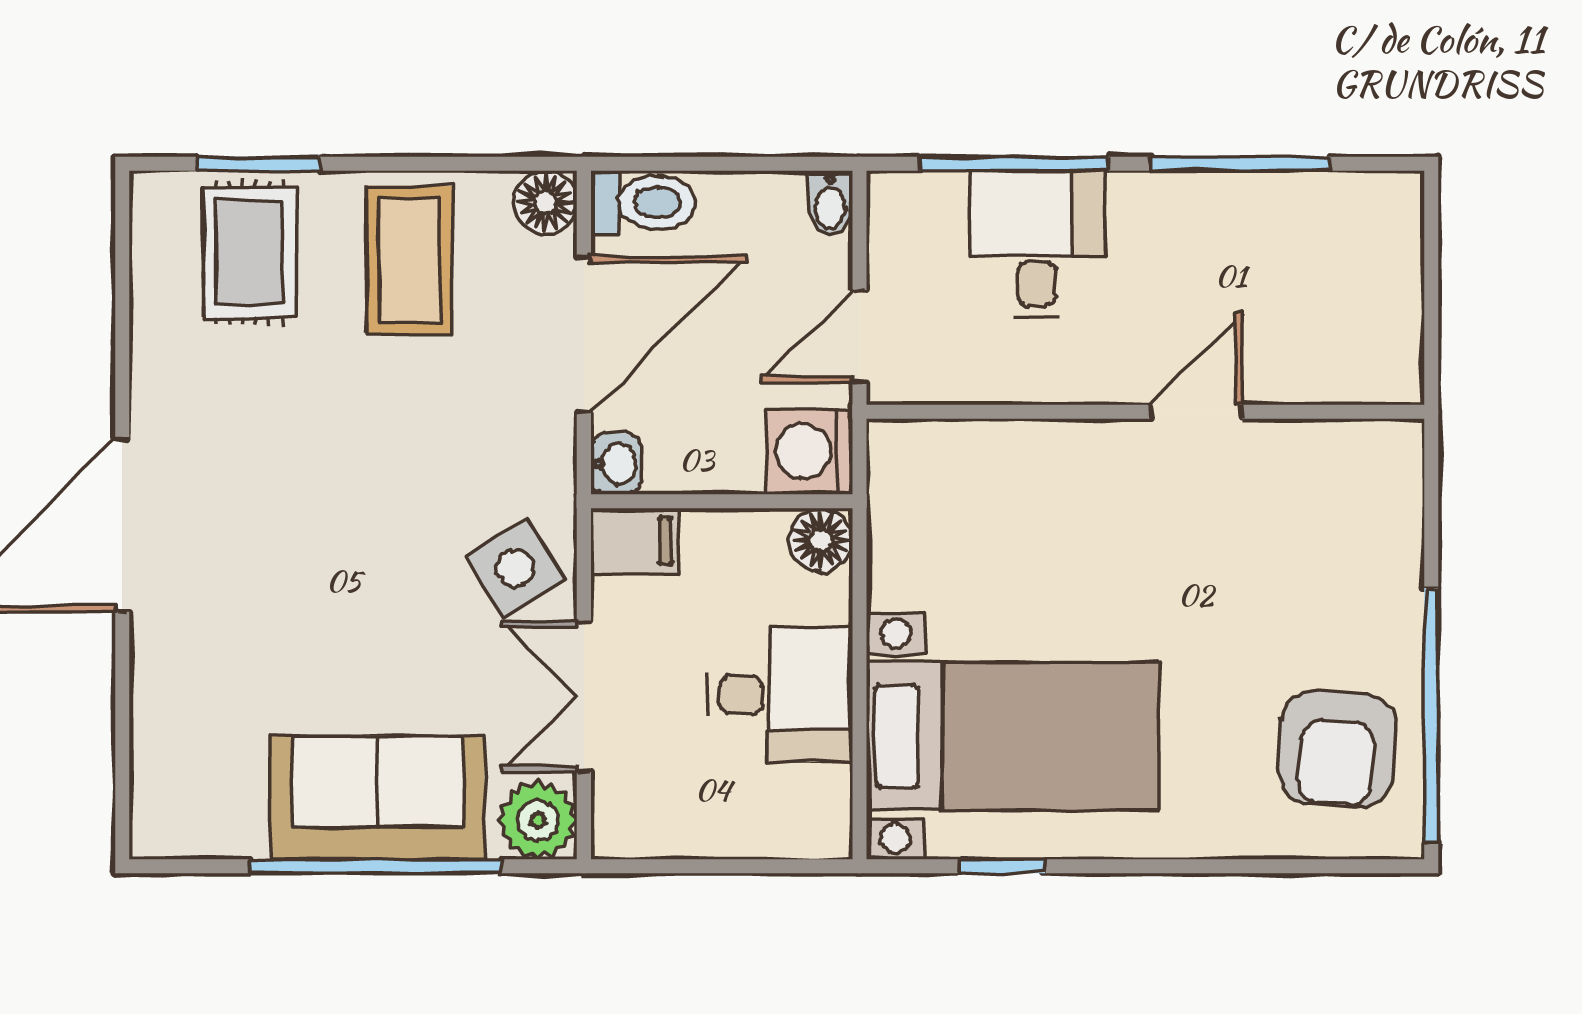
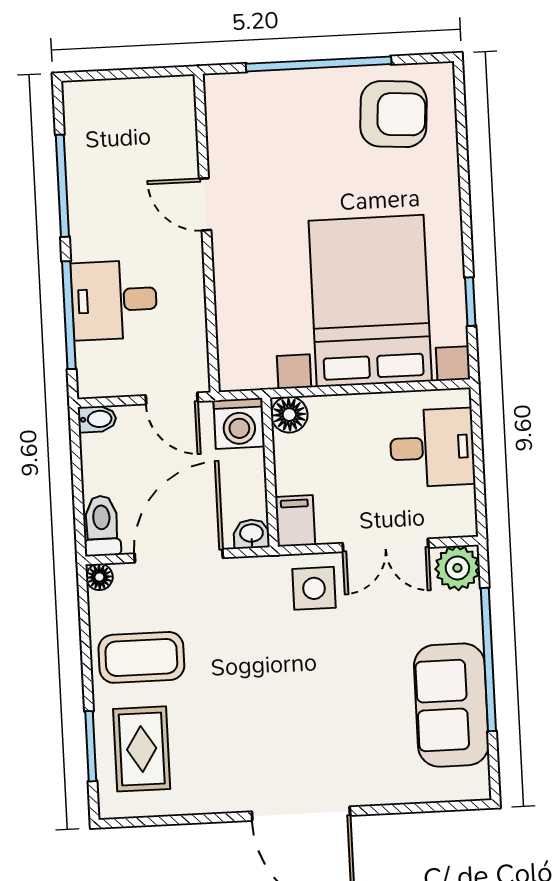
floor lamp: (545, 202) -> (99, 577), width x0.73, depth x0.73
rug: (249, 252) -> (142, 749), turned 90
door: (584, 334) -> (179, 556), hinge flipped
side table: (515, 568) -> (314, 588), turned 32
desk: (780, 695) -> (432, 448), moved, turned 90
window: (1431, 715) -> (319, 64), moved
bed with nightstands: (1012, 736) -> (370, 301), width x1.36
sofa: (378, 798) -> (451, 705), moved

